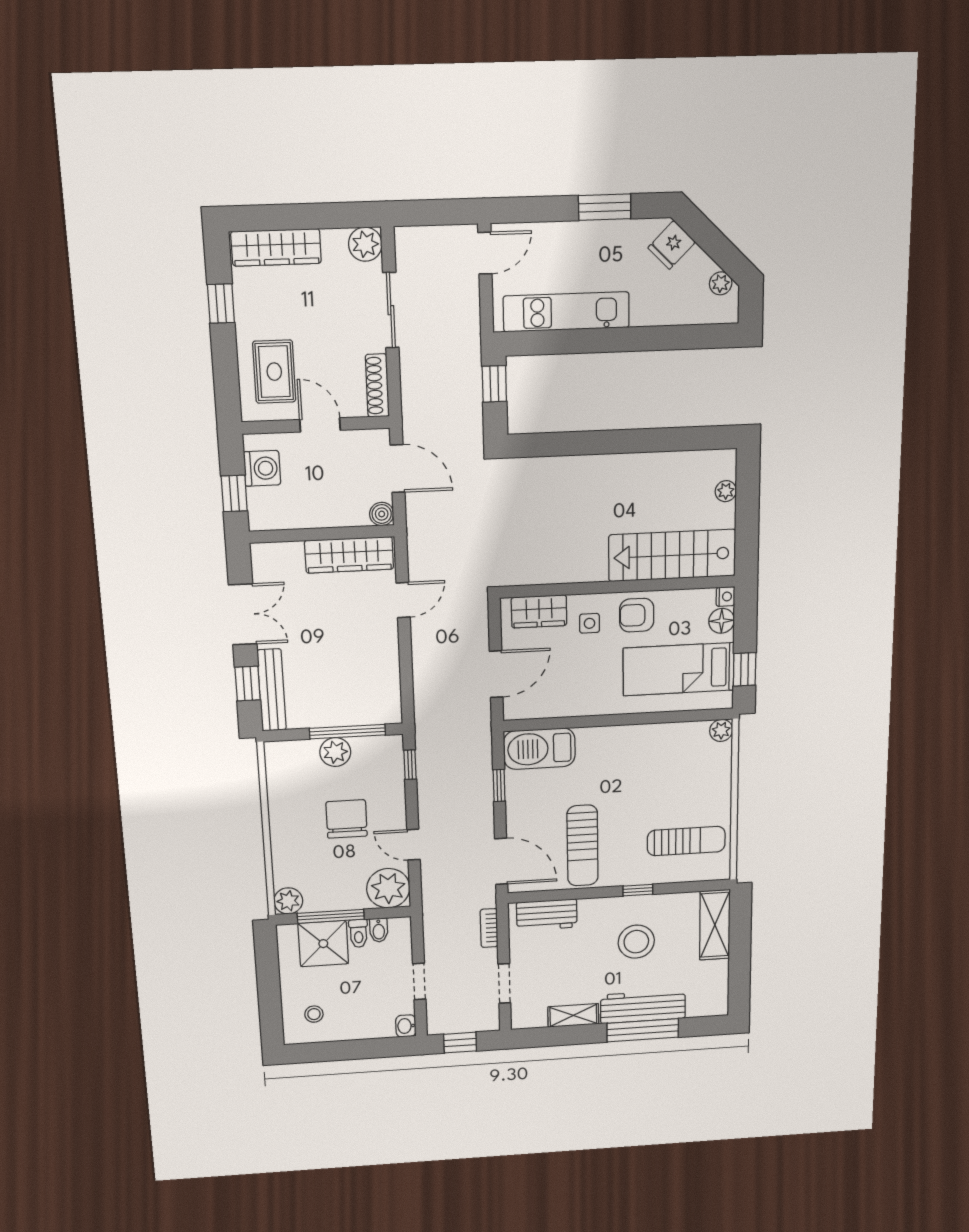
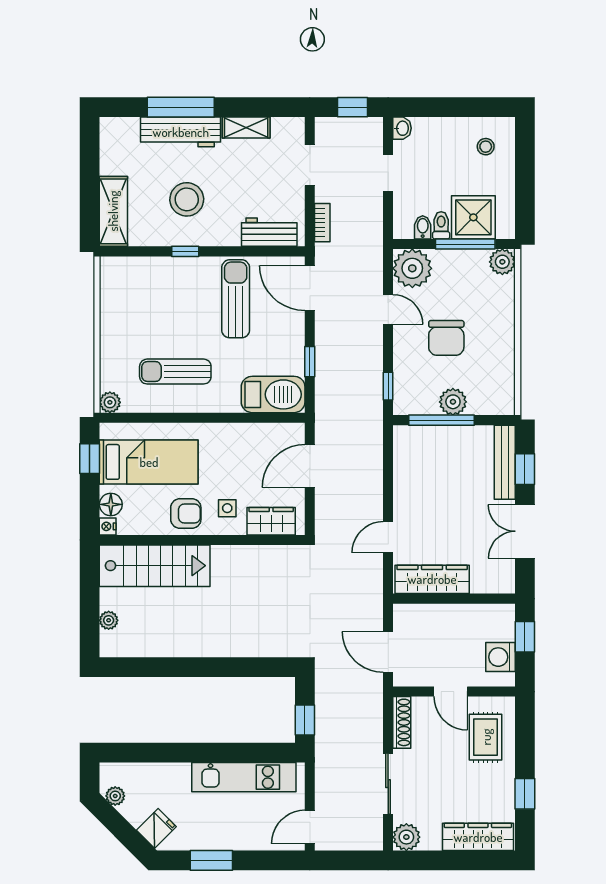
boiler: (382, 514) -> (403, 614), removed
sun lounger: (686, 841) -> (175, 372), moved

